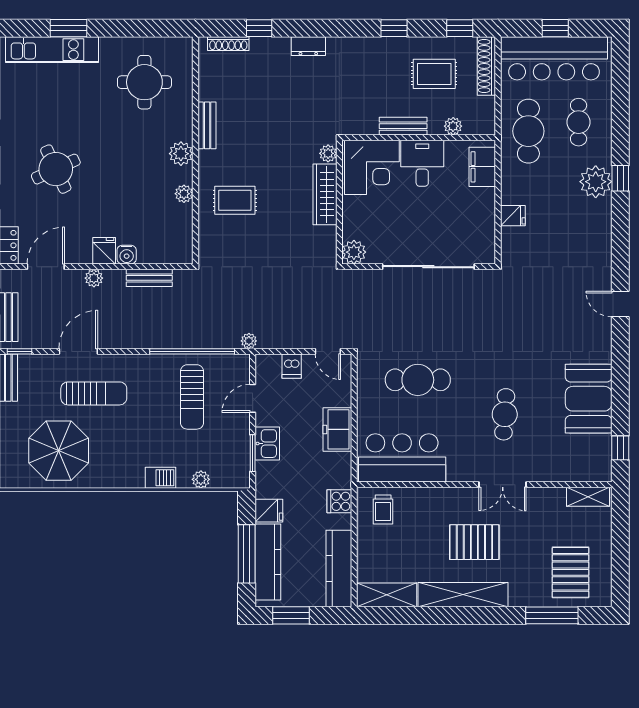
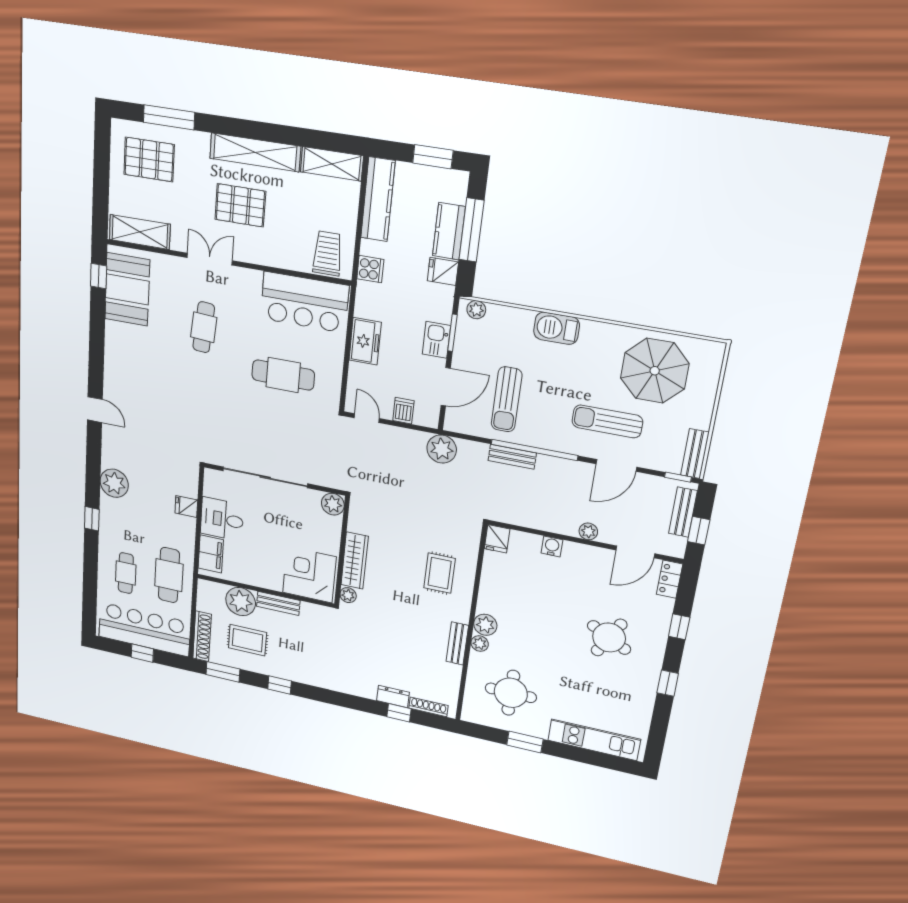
window: (69, 28) -> (525, 742), moved
window: (460, 28) -> (223, 672), width x1.50
dresser: (308, 46) -> (393, 696), moved
plant: (453, 126) -> (241, 602), width x1.88, depth x1.88
desk: (422, 163) -> (222, 519), moved, turned 90
round table: (56, 169) -> (609, 638), turned -37
plant: (596, 182) -> (114, 483), moved
plant: (184, 194) -> (480, 644), moved
rug: (235, 200) -> (440, 573), turned 90
fridge: (104, 251) -> (497, 539), moved
bench: (149, 278) -> (512, 457), moved
plant: (249, 341) -> (442, 449), width x1.87, depth x1.87
window: (192, 351) -> (534, 450), moved
sun lounger: (192, 397) -> (507, 399), turned 180
door: (253, 398) -> (446, 387), width x1.38
booth: (589, 399) -> (127, 289), moved
barbecue: (160, 478) -> (557, 328), width x1.38, depth x1.27
plant: (201, 479) -> (476, 310), moved
shelving: (588, 497) -> (140, 232), width x1.50, depth x1.33
trolley: (383, 510) -> (328, 253), width x1.36, depth x1.39
kitchen counter: (268, 562) -> (449, 231), width x0.67
pallet: (571, 572) -> (149, 160), turned 90

